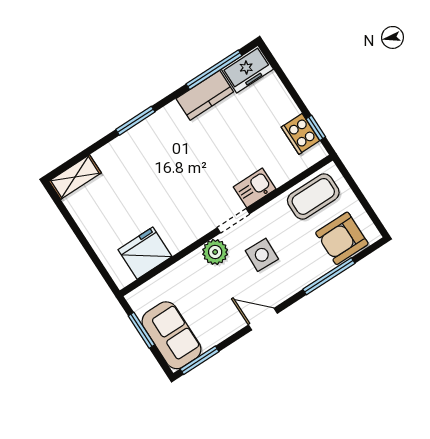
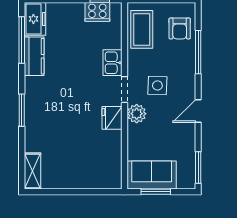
armchair: (342, 238) -> (180, 28), width x0.72, depth x0.72
fridge: (145, 253) -> (112, 118), moved, width x0.73, depth x0.75
sofa: (171, 335) -> (152, 175), moved

